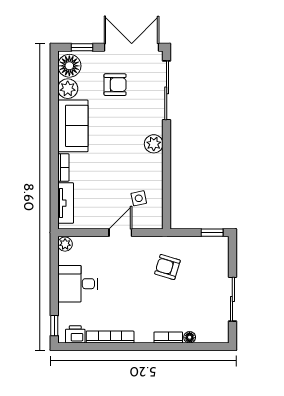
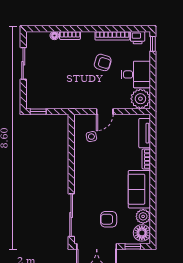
plant: (154, 144) -> (81, 176), removed
plant: (65, 244) -> (140, 99), width x1.88, depth x1.88
armchair: (167, 267) -> (103, 62), moved

